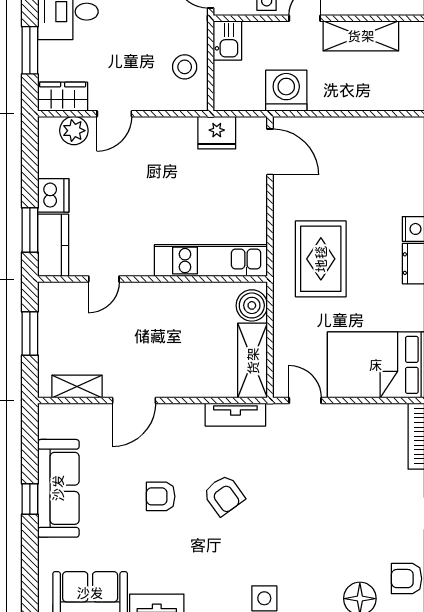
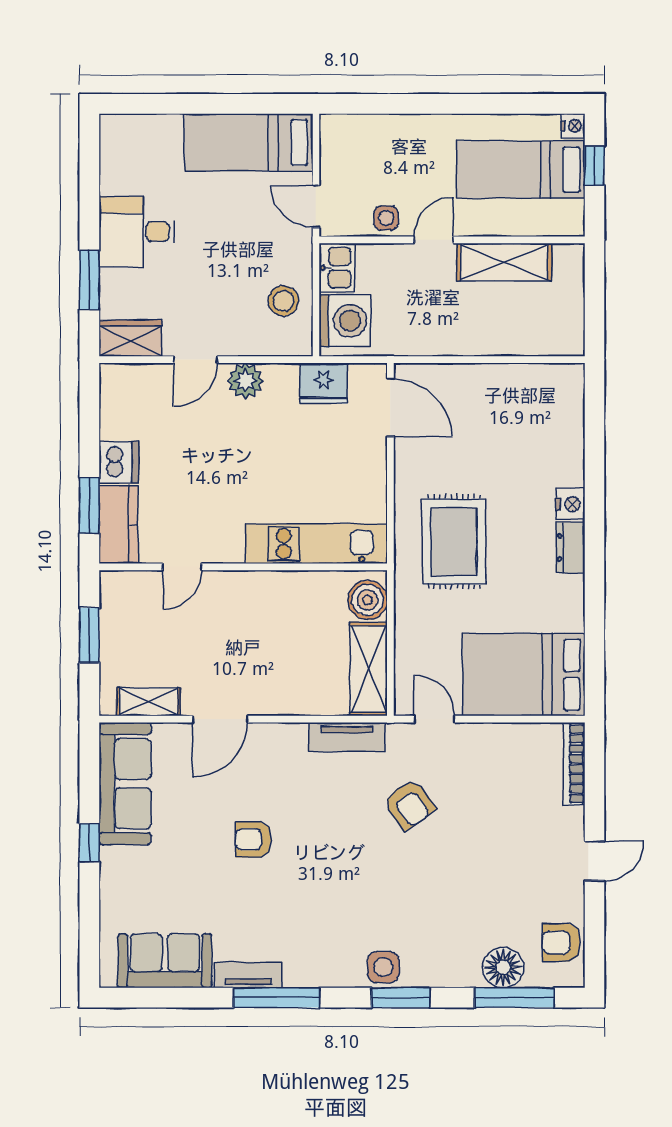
washing machine: (286, 91) -> (345, 321), moved, turned 90
plant: (74, 131) -> (245, 381), moved
sofa: (58, 488) -> (125, 784), moved
armchair: (224, 495) -> (409, 805), moved

